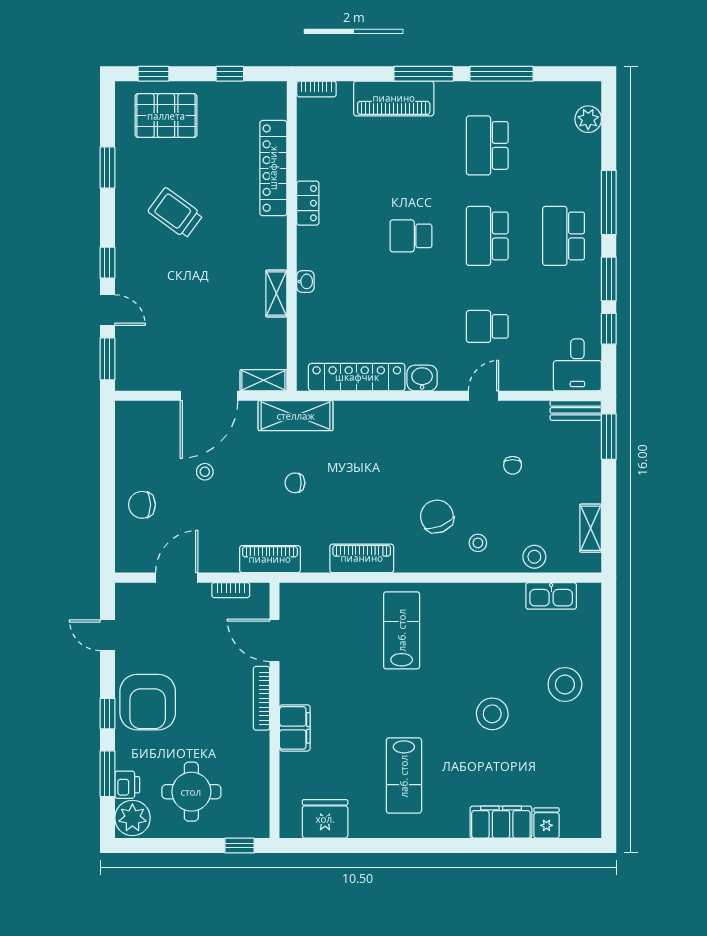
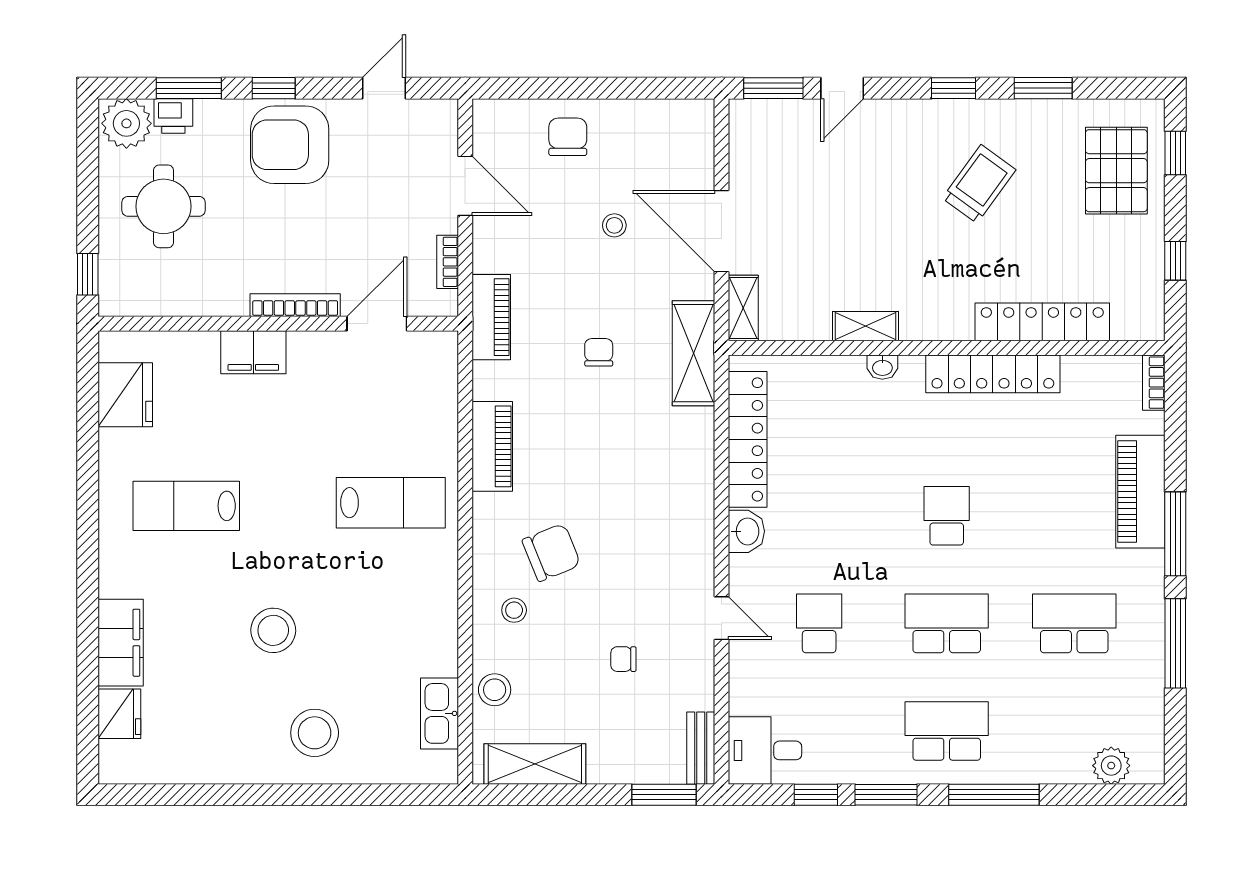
locker: (308, 203) -> (993, 374), width x2.16, depth x1.21
window: (107, 263) -> (953, 88), moved
shelving: (591, 528) -> (535, 764), width x1.50, depth x1.33
fridge: (547, 823) -> (119, 714), width x1.38

